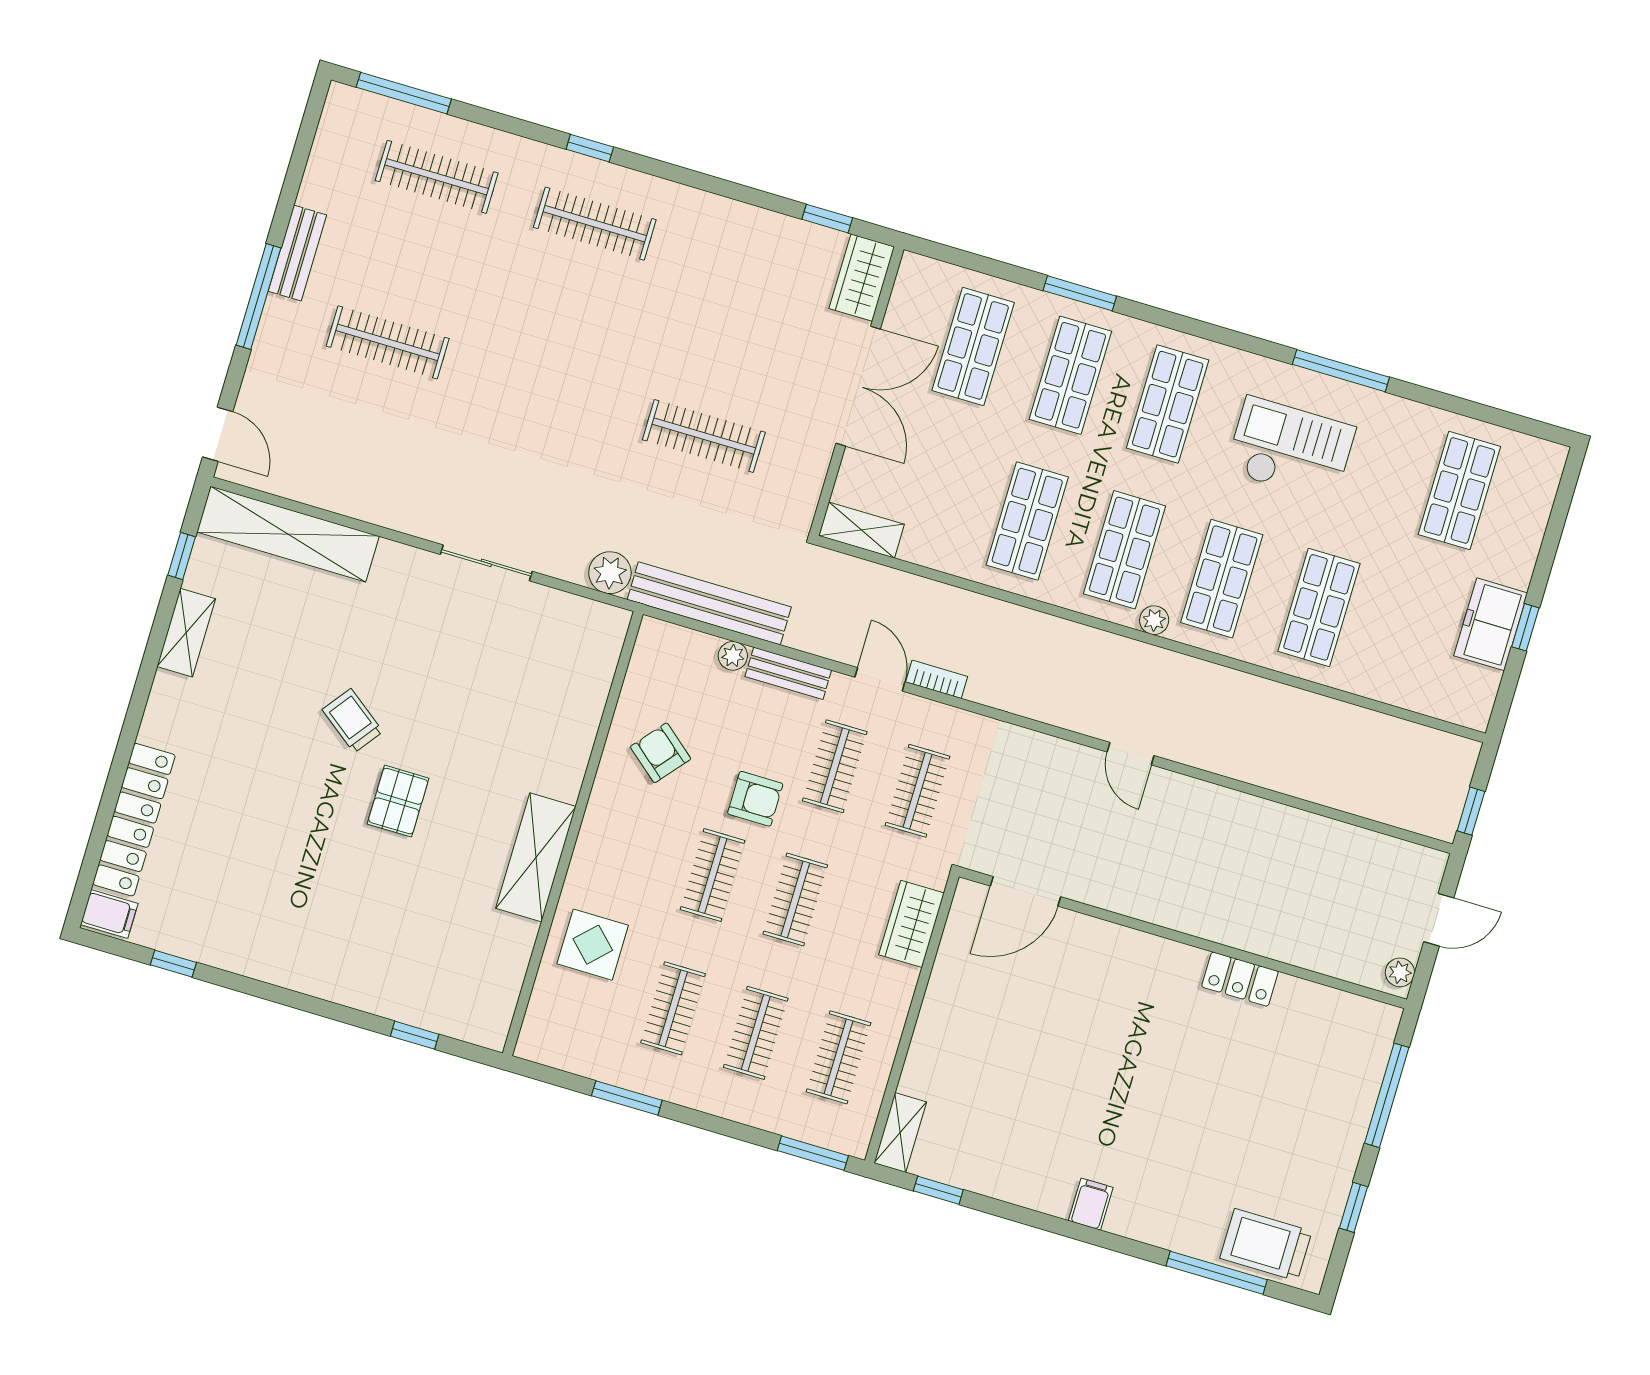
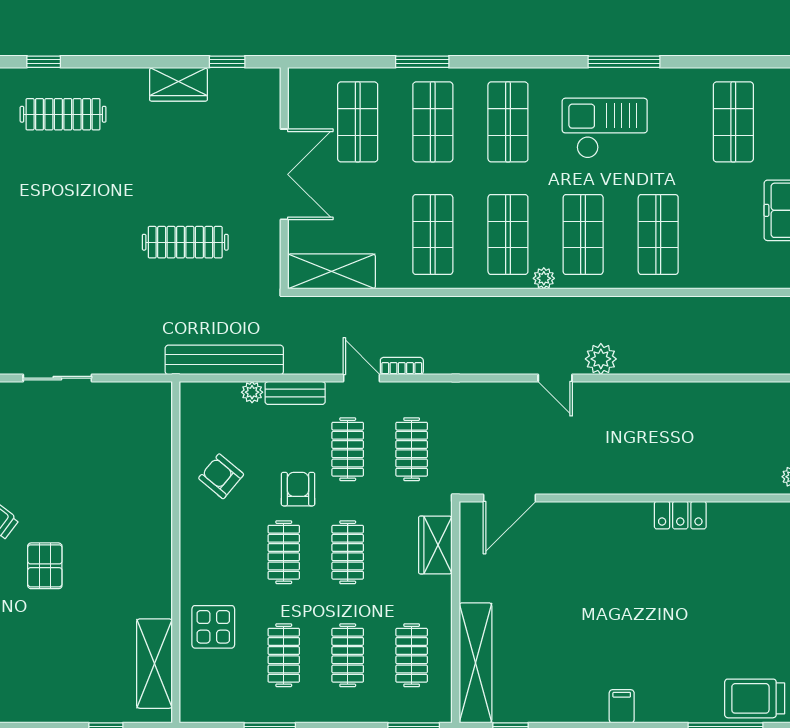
wardrobe: (862, 278) -> (178, 84), moved, turned -90
shelving: (861, 530) -> (332, 271), width x1.50, depth x1.33
plant: (610, 573) -> (601, 359), moved
armchair: (755, 799) -> (298, 489), turned -90
shelving: (536, 857) -> (155, 664), moved
shelving: (900, 1133) -> (475, 663), width x2.20, depth x1.33

